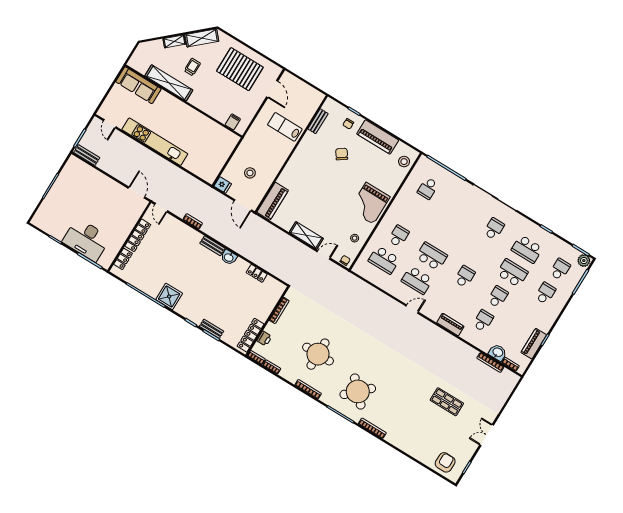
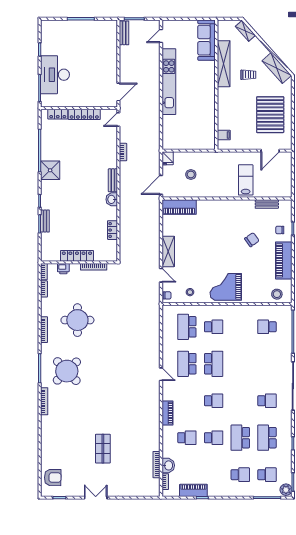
shelving: (174, 41) -> (245, 31), moved
school desk: (512, 273) -> (240, 438), turned 180
locker: (251, 335) -> (77, 256), moved

